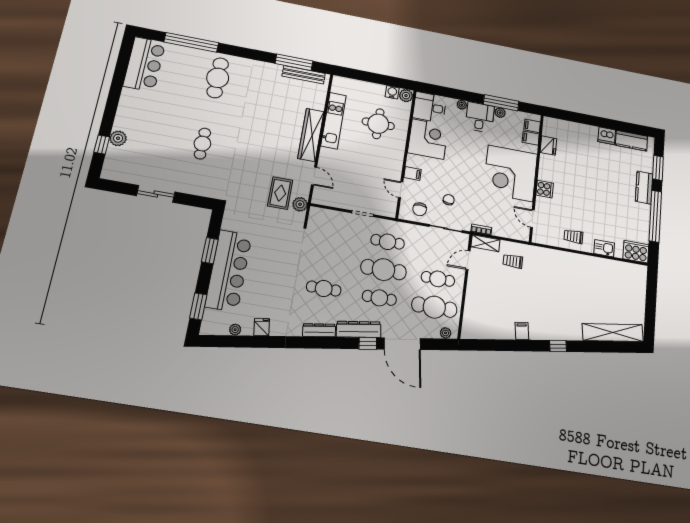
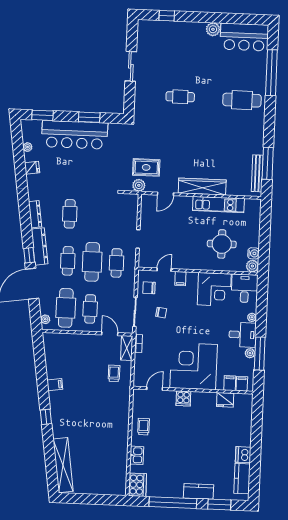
plant: (118, 138) -> (213, 29), moved

